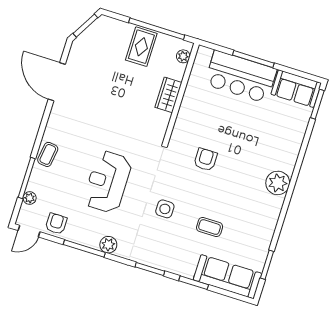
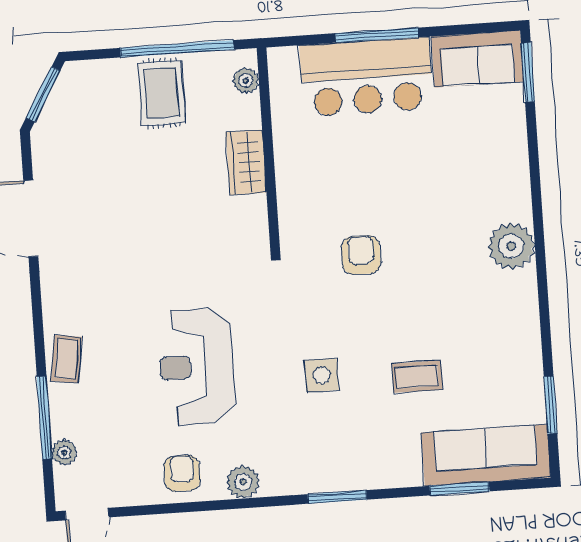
armchair: (56, 224) -> (182, 473), moved
window: (84, 248) -> (202, 506), removed
window: (194, 283) -> (459, 489), moved

